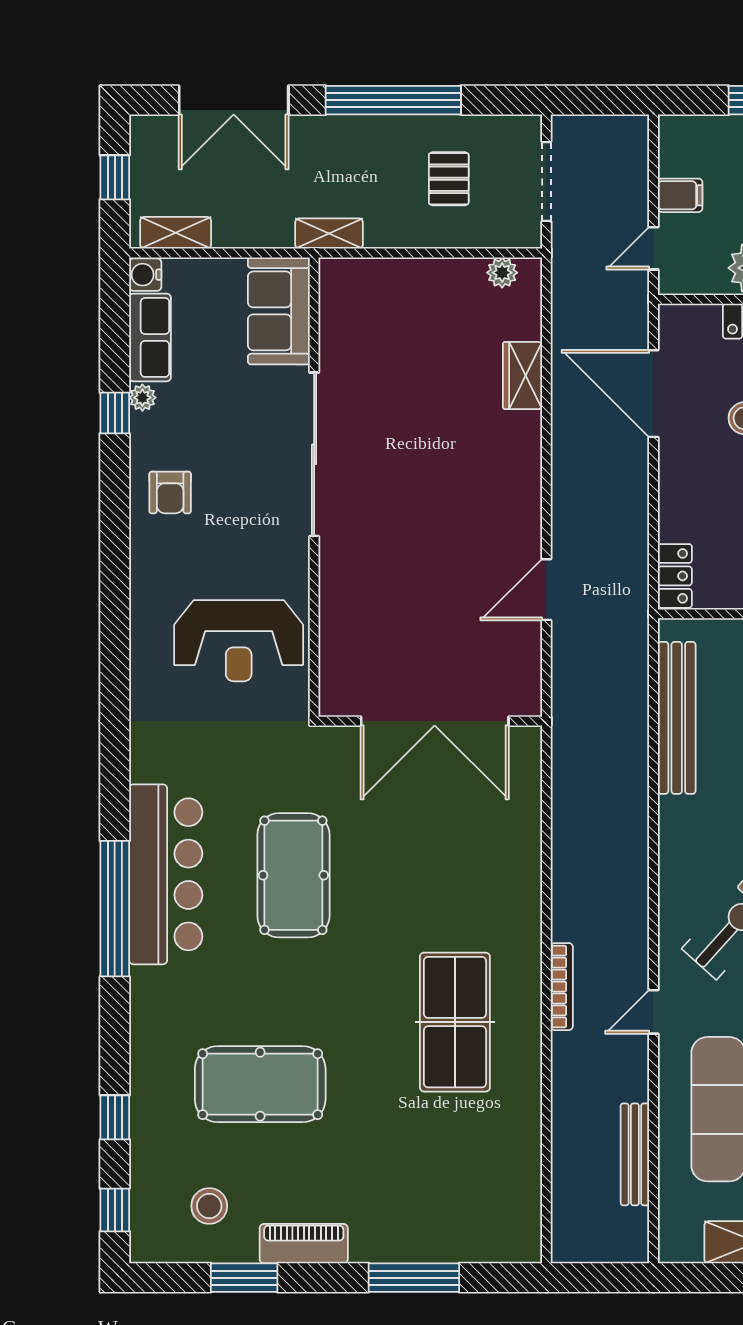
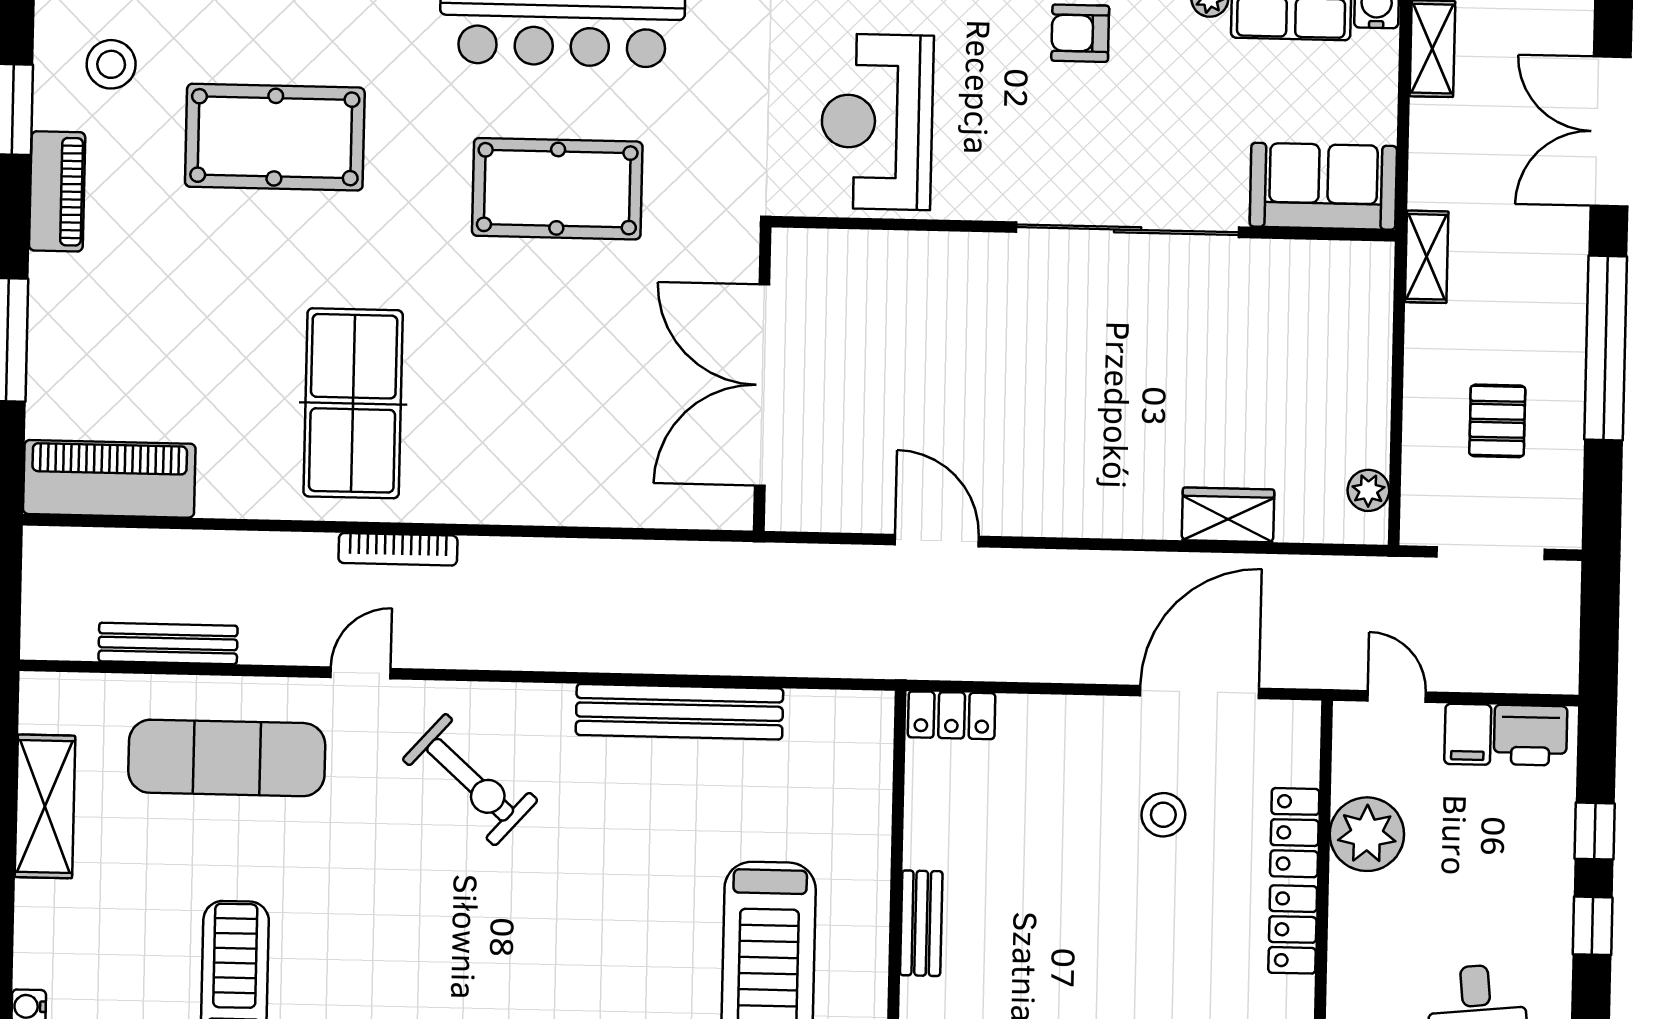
printer: (680, 149) -> (1530, 735), added
pallet: (449, 179) -> (1497, 421), turned 90
bench: (677, 718) -> (679, 712), moved
door: (653, 1012) -> (361, 673), hinge flipped
table tennis table: (455, 1022) -> (353, 403), turned 90
pool table: (260, 1084) -> (275, 137), turned 90
piano: (515, 1200) -> (109, 479), added

